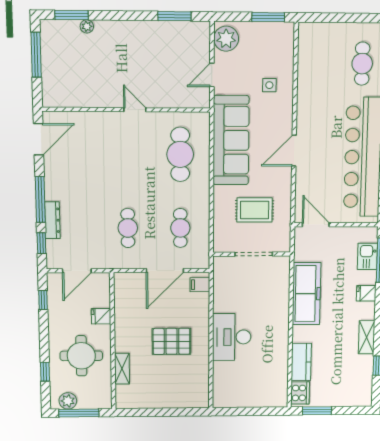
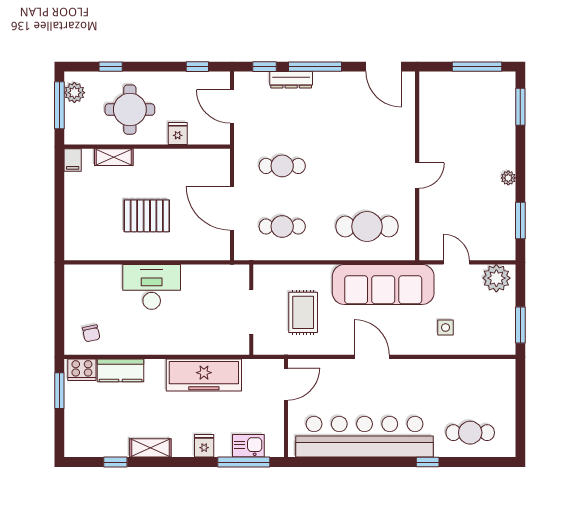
plant: (87, 26) -> (508, 178), moved
filing cabinet: (200, 285) -> (73, 160), moved, turned 180
pallet: (171, 341) -> (147, 216), turned 90
chair: (270, 386) -> (91, 333), added

